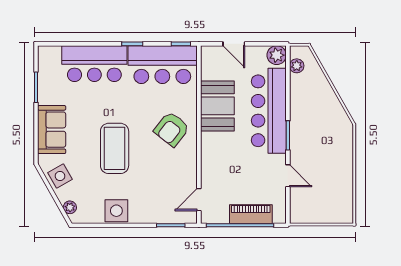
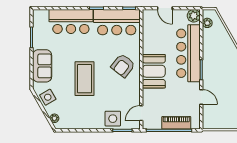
booth: (217, 106) -> (154, 71), moved
side table: (116, 211) -> (113, 119), moved

